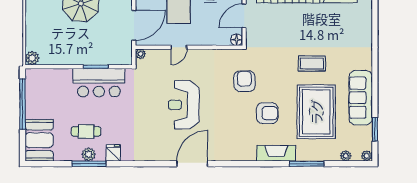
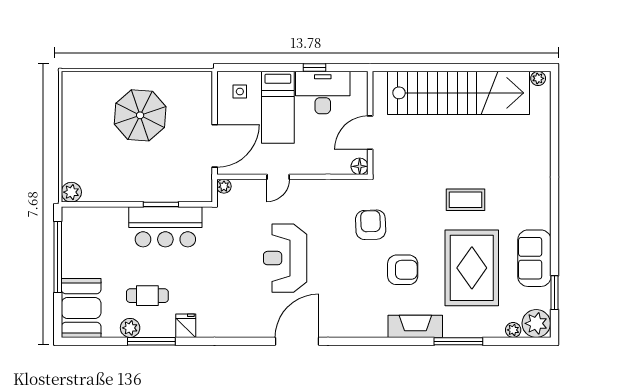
sofa: (361, 98) -> (534, 258), width x0.73
plant: (89, 154) -> (130, 328), moved
plant: (367, 156) -> (536, 323), width x1.87, depth x1.87

